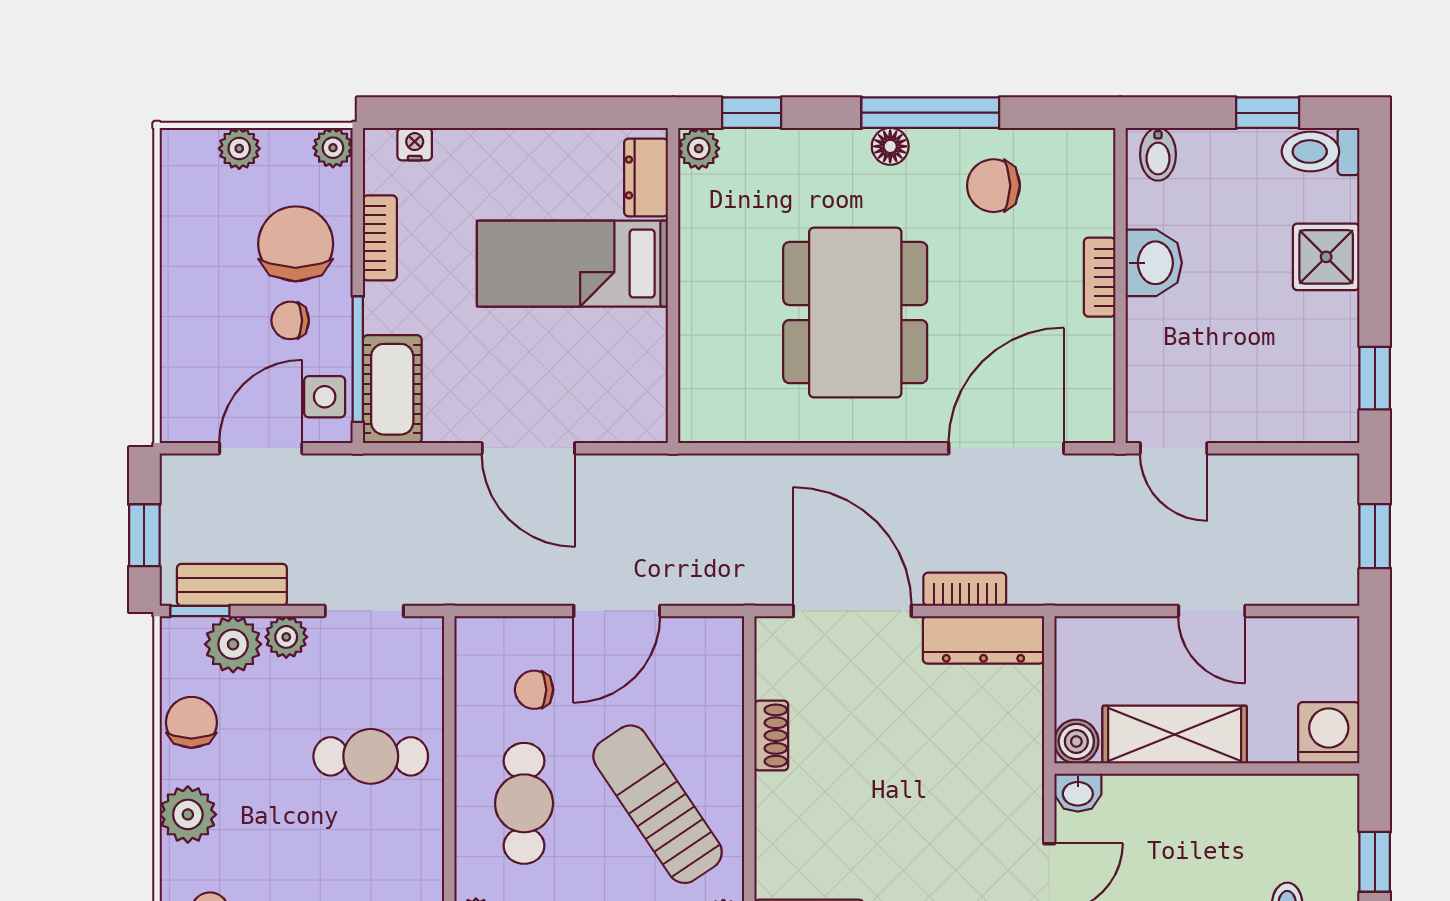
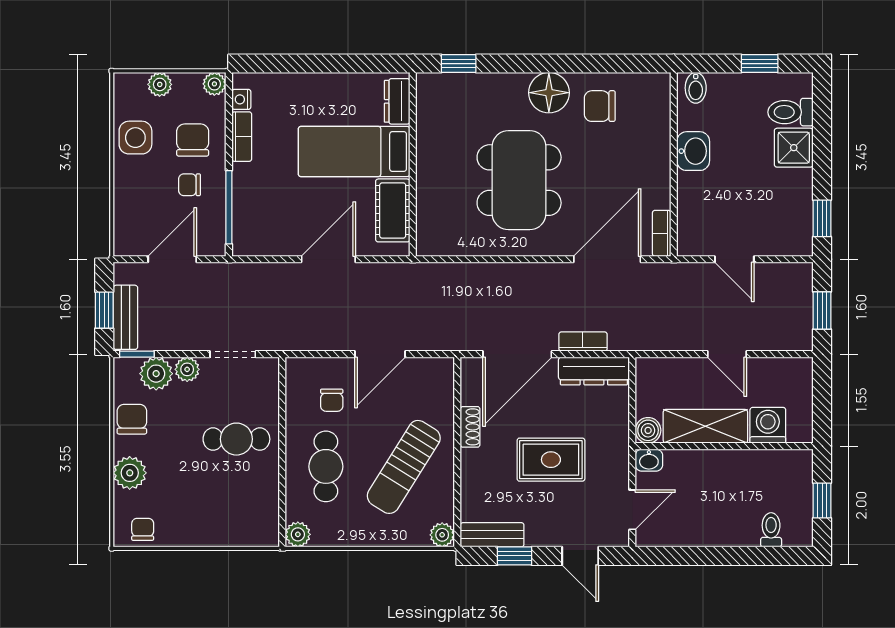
window: (930, 113) -> (563, 64), removed
nightstand: (415, 144) -> (241, 99), moved, turned -90
floor lamp: (890, 146) -> (549, 93), width x1.89, depth x1.89
plant: (699, 149) -> (428, 84), removed
toilet: (1321, 152) -> (791, 112), moved
chair: (296, 244) -> (193, 140), width x0.73, depth x0.73
bookcase: (1100, 277) -> (662, 233), moved
cot: (392, 389) -> (393, 210), moved
side table: (325, 397) -> (135, 138), moved, width x1.37, depth x1.37
door: (528, 448) -> (328, 259), swing flipped
door: (1174, 448) -> (734, 259), moved
bench: (232, 585) -> (125, 317), moved, turned 90
door: (852, 611) -> (517, 354), swing flipped
chair: (534, 690) -> (332, 400), turned -90
washing machine: (1329, 733) -> (768, 425), moved
rug: (910, 792) -> (551, 460), added
sun lounger: (658, 804) -> (404, 467), turned -114

